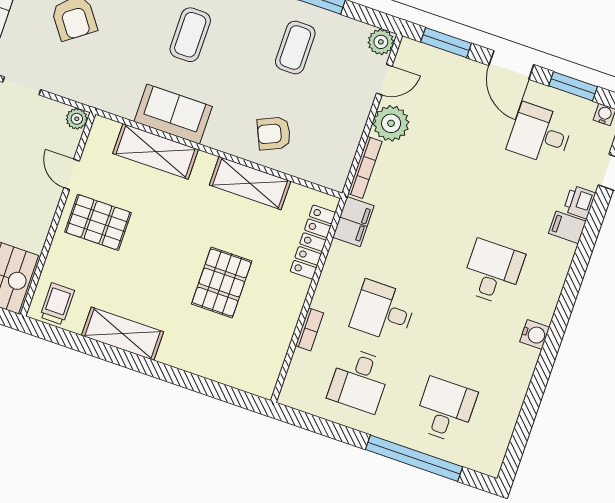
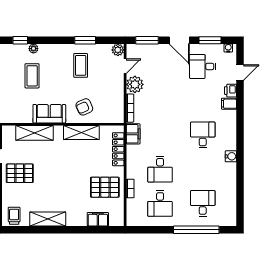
sofa: (173, 114) -> (49, 114), moved
pallet: (222, 282) -> (105, 187), moved, turned 90
desk: (383, 311) -> (160, 169), turned -90
filing cabinet: (223, 369) -> (98, 219), added

